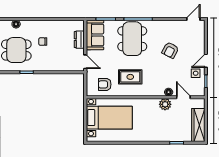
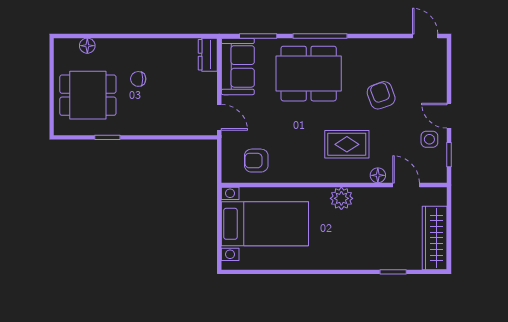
door: (193, 19) -> (425, 36), hinge flipped
dining table: (132, 39) -> (309, 74), turned 90
dresser: (79, 40) -> (208, 55), moved
armchair: (170, 50) -> (381, 95), turned 133
door: (206, 61) -> (449, 116), hinge flipped
rug: (130, 77) -> (347, 144), moved
plant: (165, 104) -> (341, 198), moved

